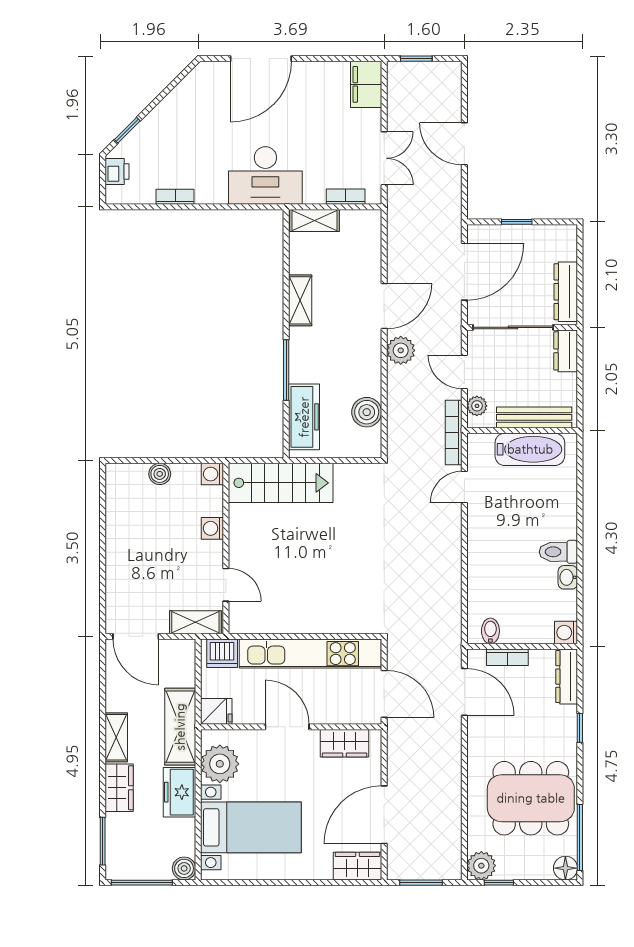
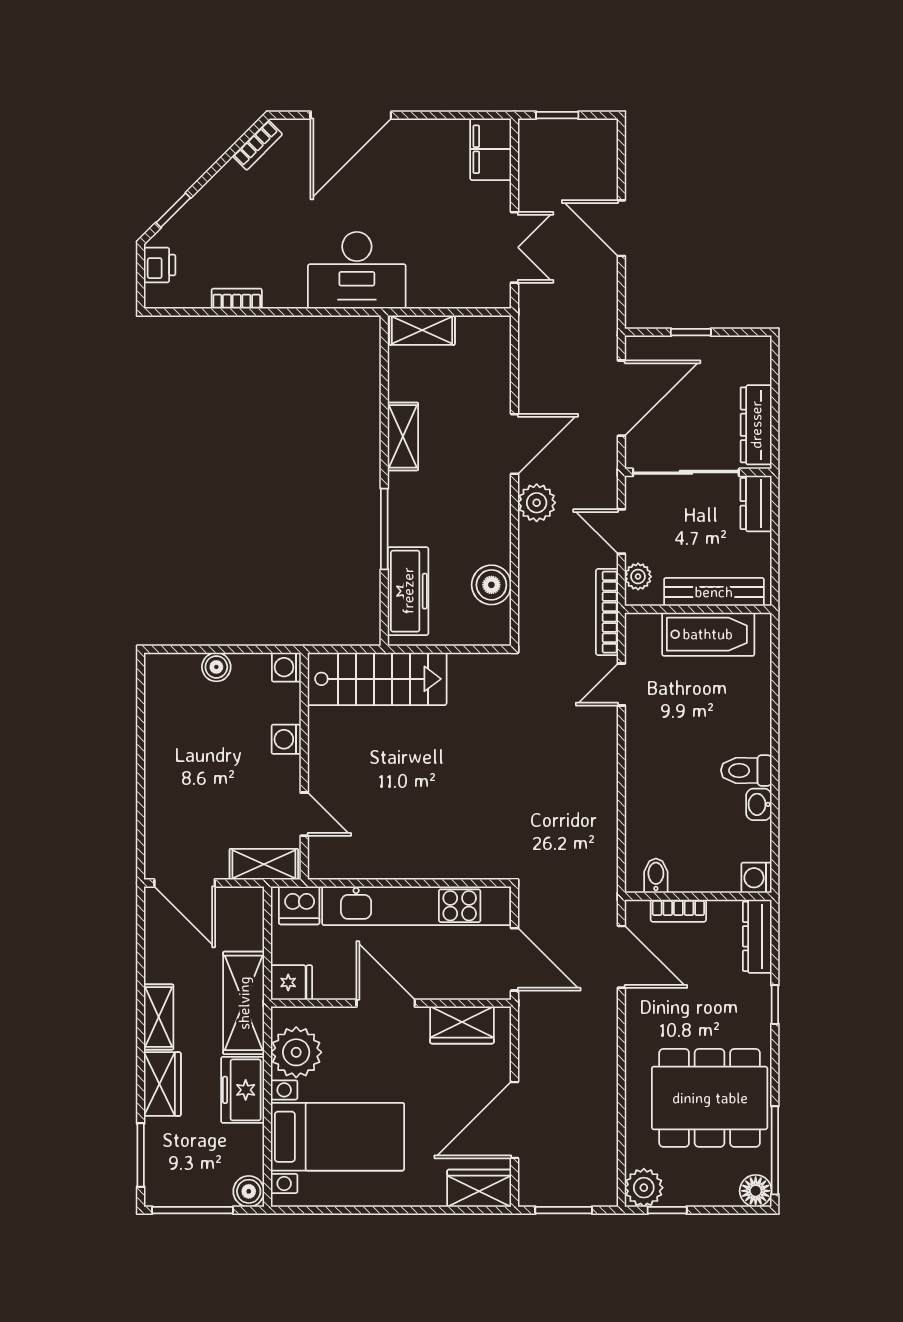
bookcase: (346, 197) -> (257, 145), moved, turned 135

